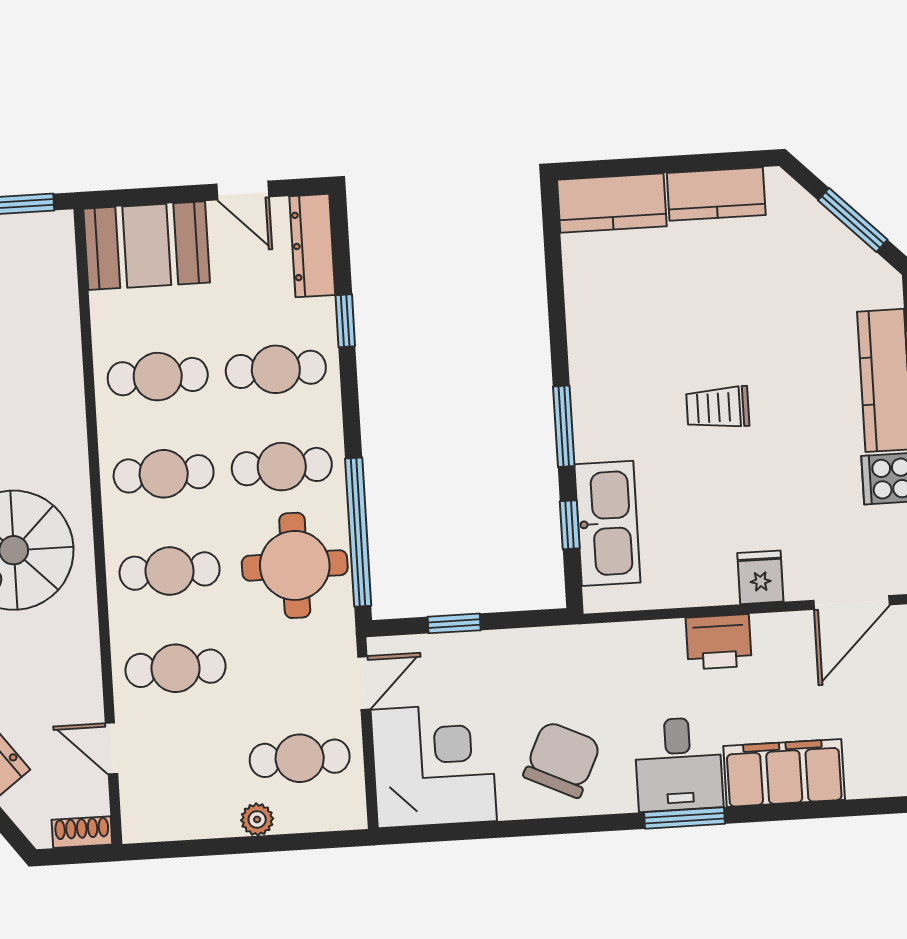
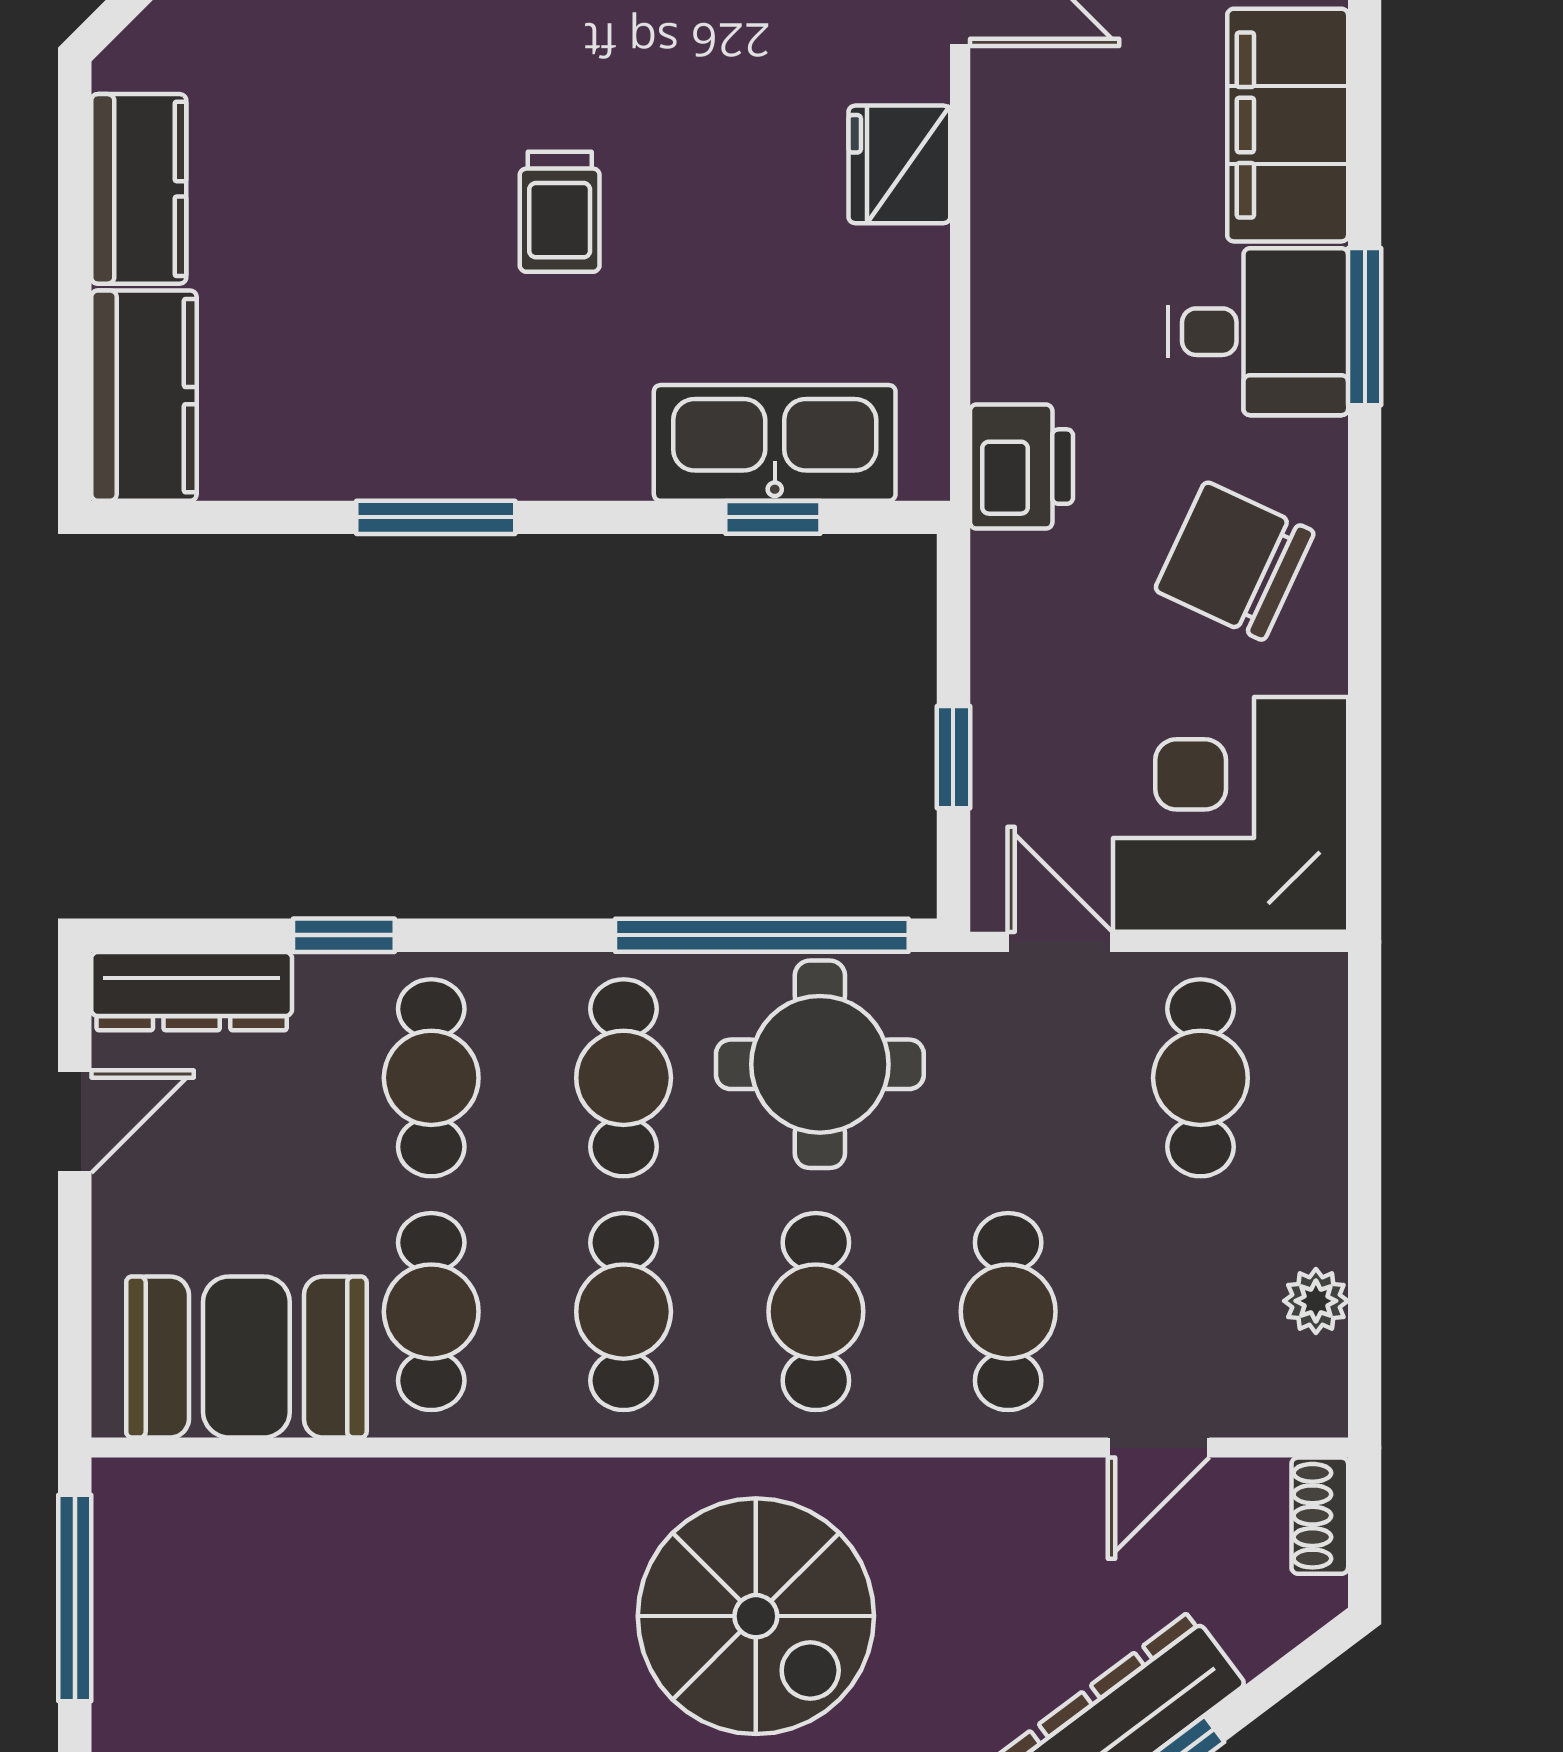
booth: (147, 246) -> (246, 1357), moved, turned 90
window: (564, 426) -> (436, 517), moved
fridge: (760, 577) -> (899, 164), width x1.38
printer: (719, 642) -> (1021, 467), moved
plant: (257, 819) -> (1316, 1301), moved

